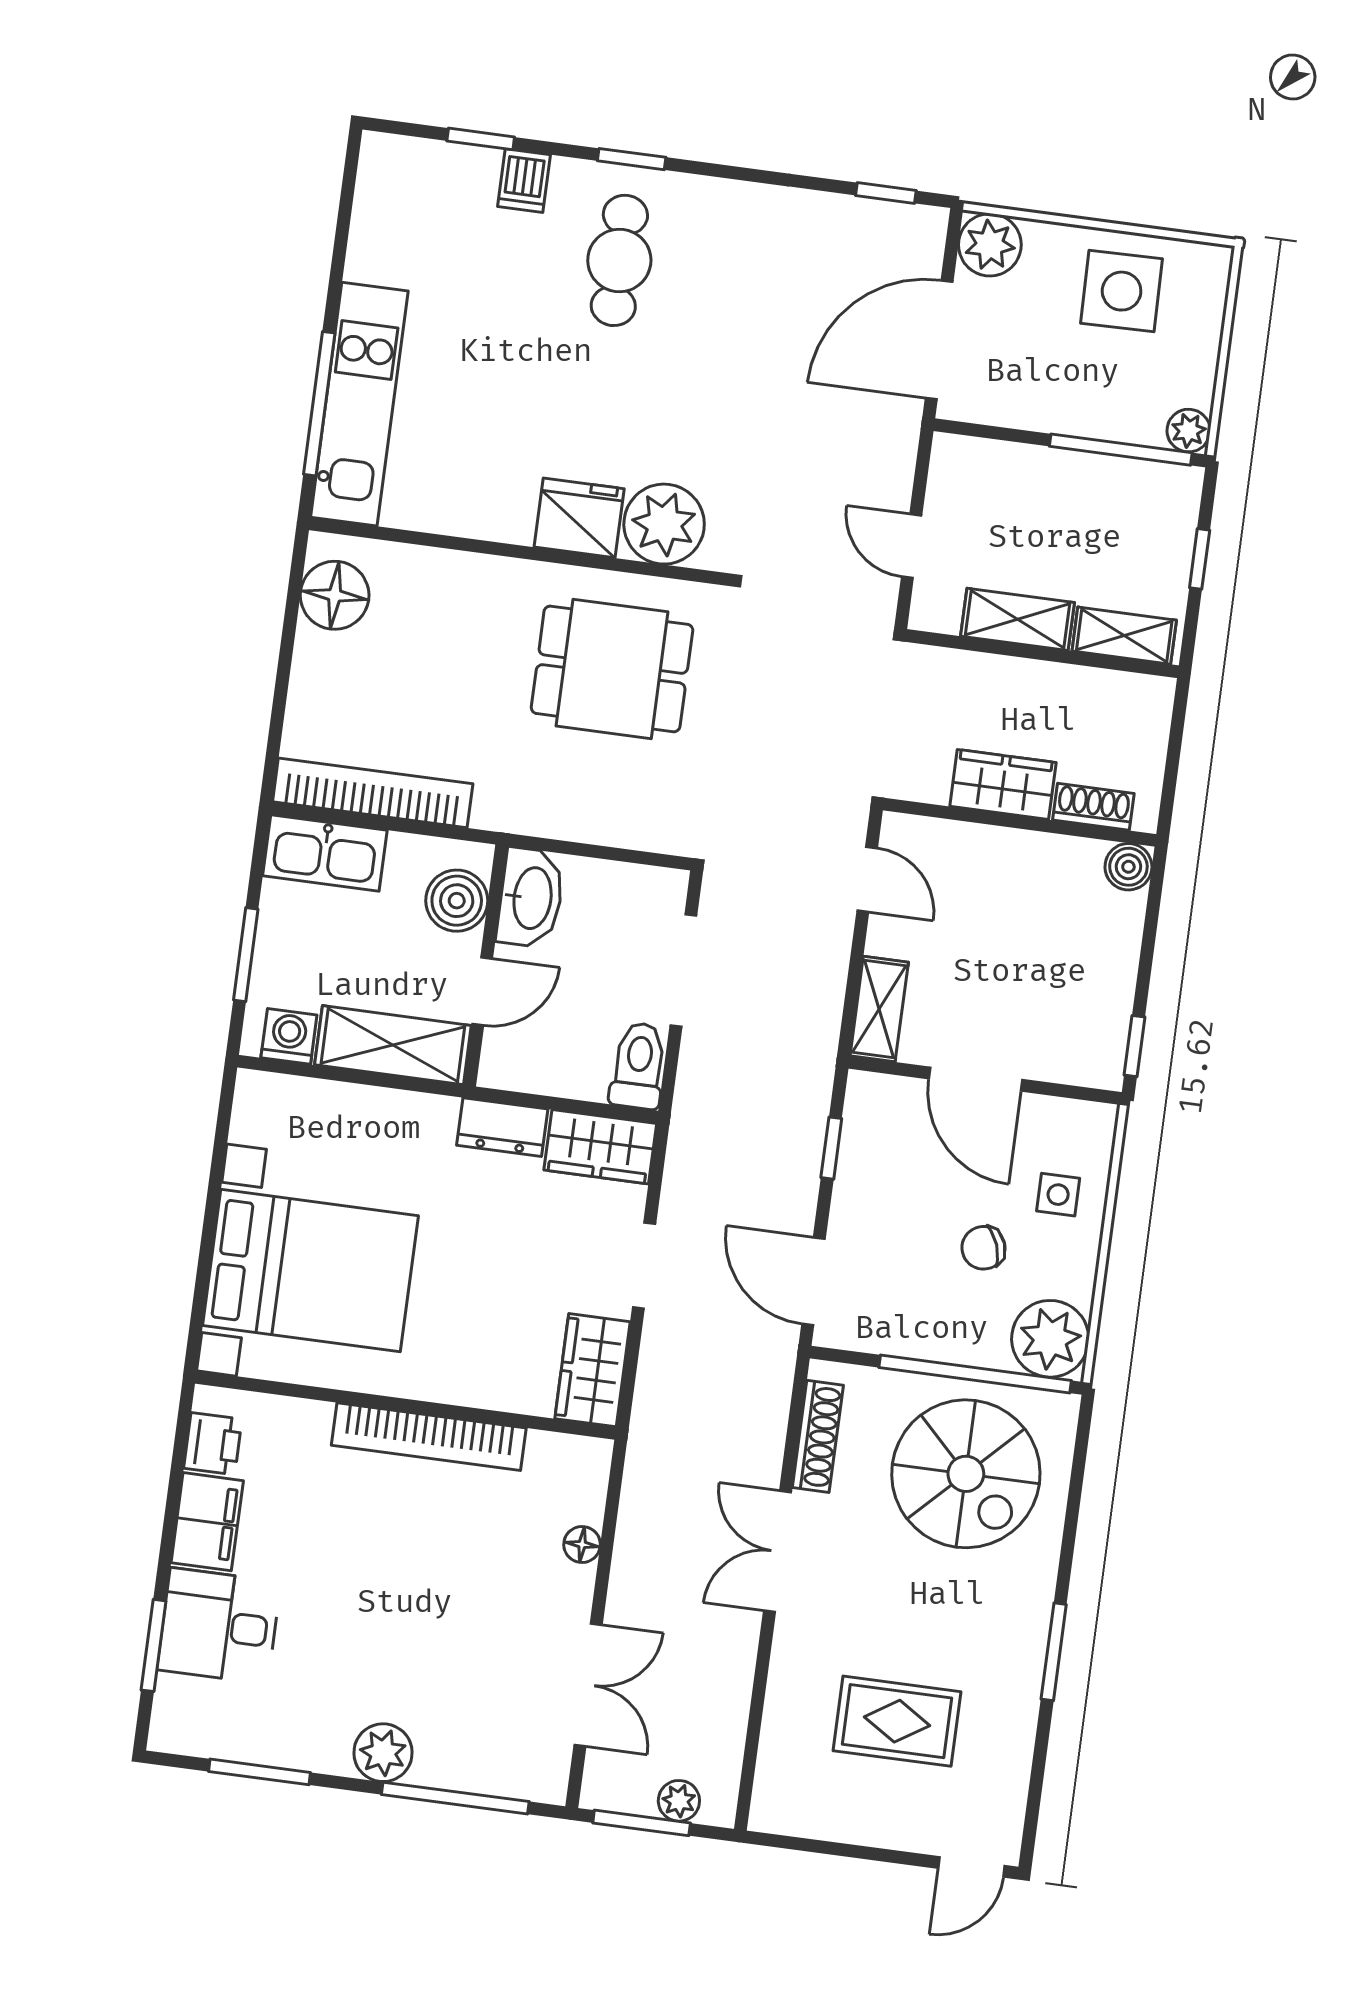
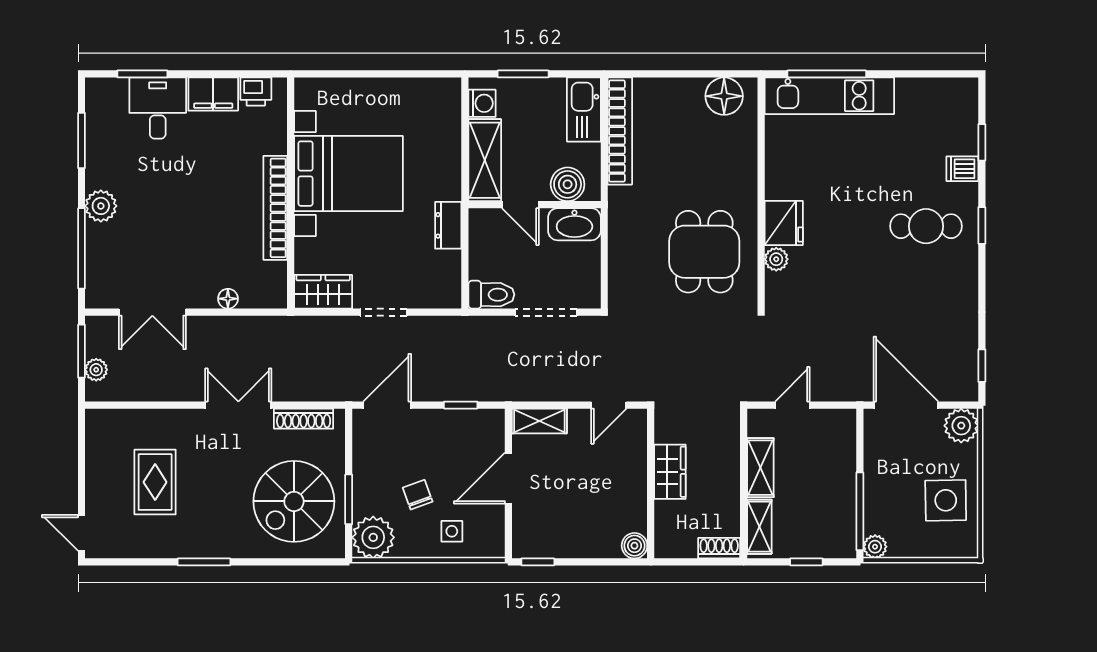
plant: (664, 524) -> (776, 259), width x0.53, depth x0.53
shoe rack: (1093, 807) -> (719, 548), moved, turned -90
wardrobe: (600, 1147) -> (445, 280), removed
bed with nightstands: (311, 1271) -> (349, 174), moved, turned -90
window: (975, 1374) -> (349, 499), width x0.47

